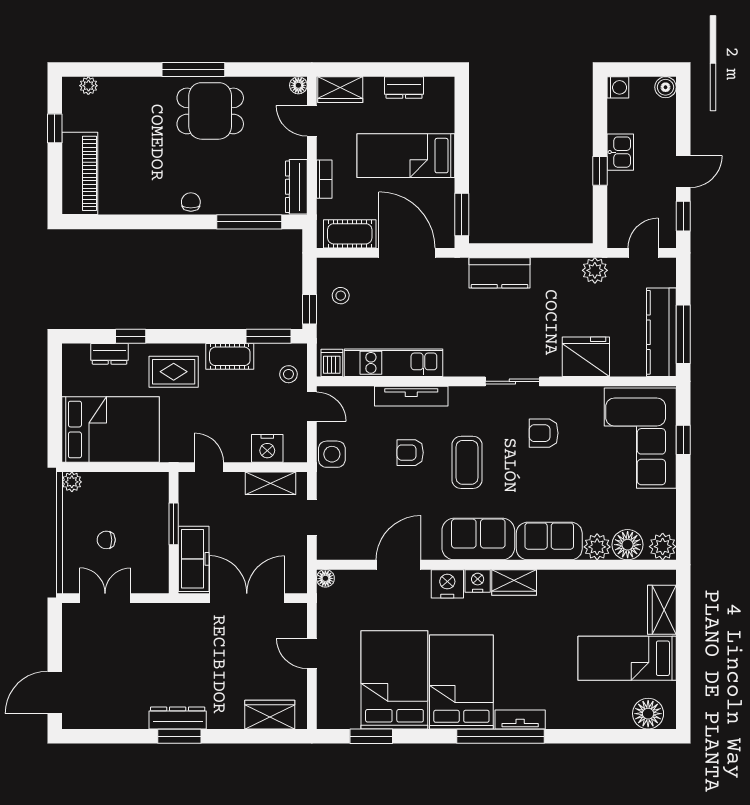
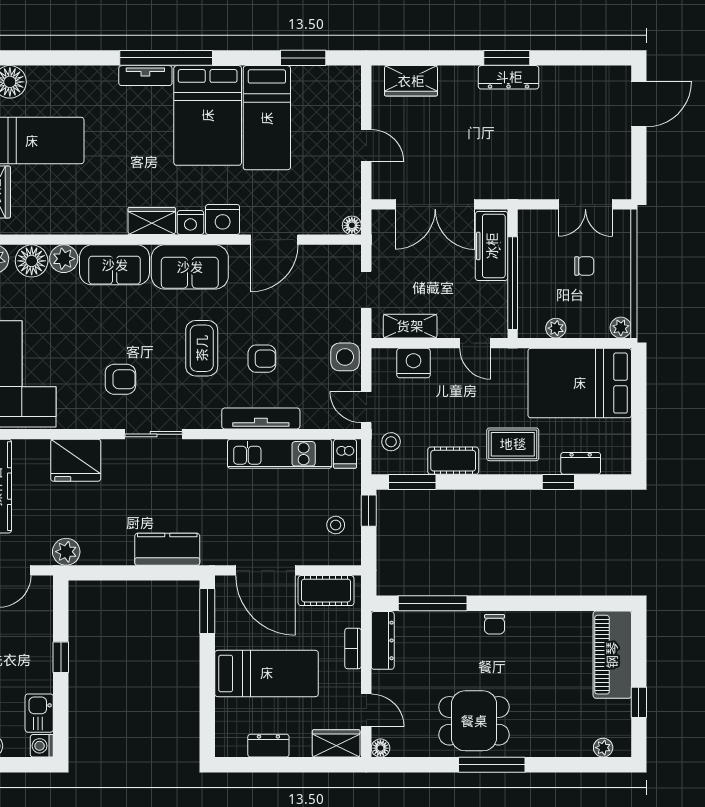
kitchen sink: (620, 152) -> (39, 713), moved
plant: (133, 481) -> (556, 328), added
window: (174, 524) -> (513, 283), width x2.11
bed: (394, 680) -> (267, 118), width x0.67

